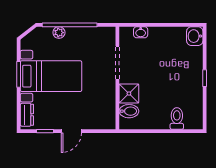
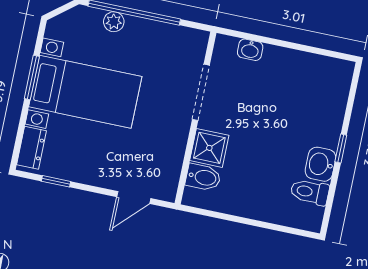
washbasin: (195, 36) -> (321, 164), moved
toilet: (177, 118) -> (310, 192), moved, turned -90
door: (71, 131) -> (134, 198), moved

